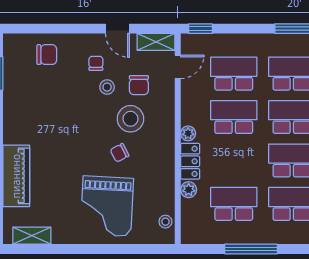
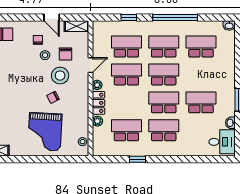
window: (200, 29) -> (129, 18), moved
door: (178, 67) -> (90, 65), moved
window: (251, 249) -> (137, 159), width x0.46

